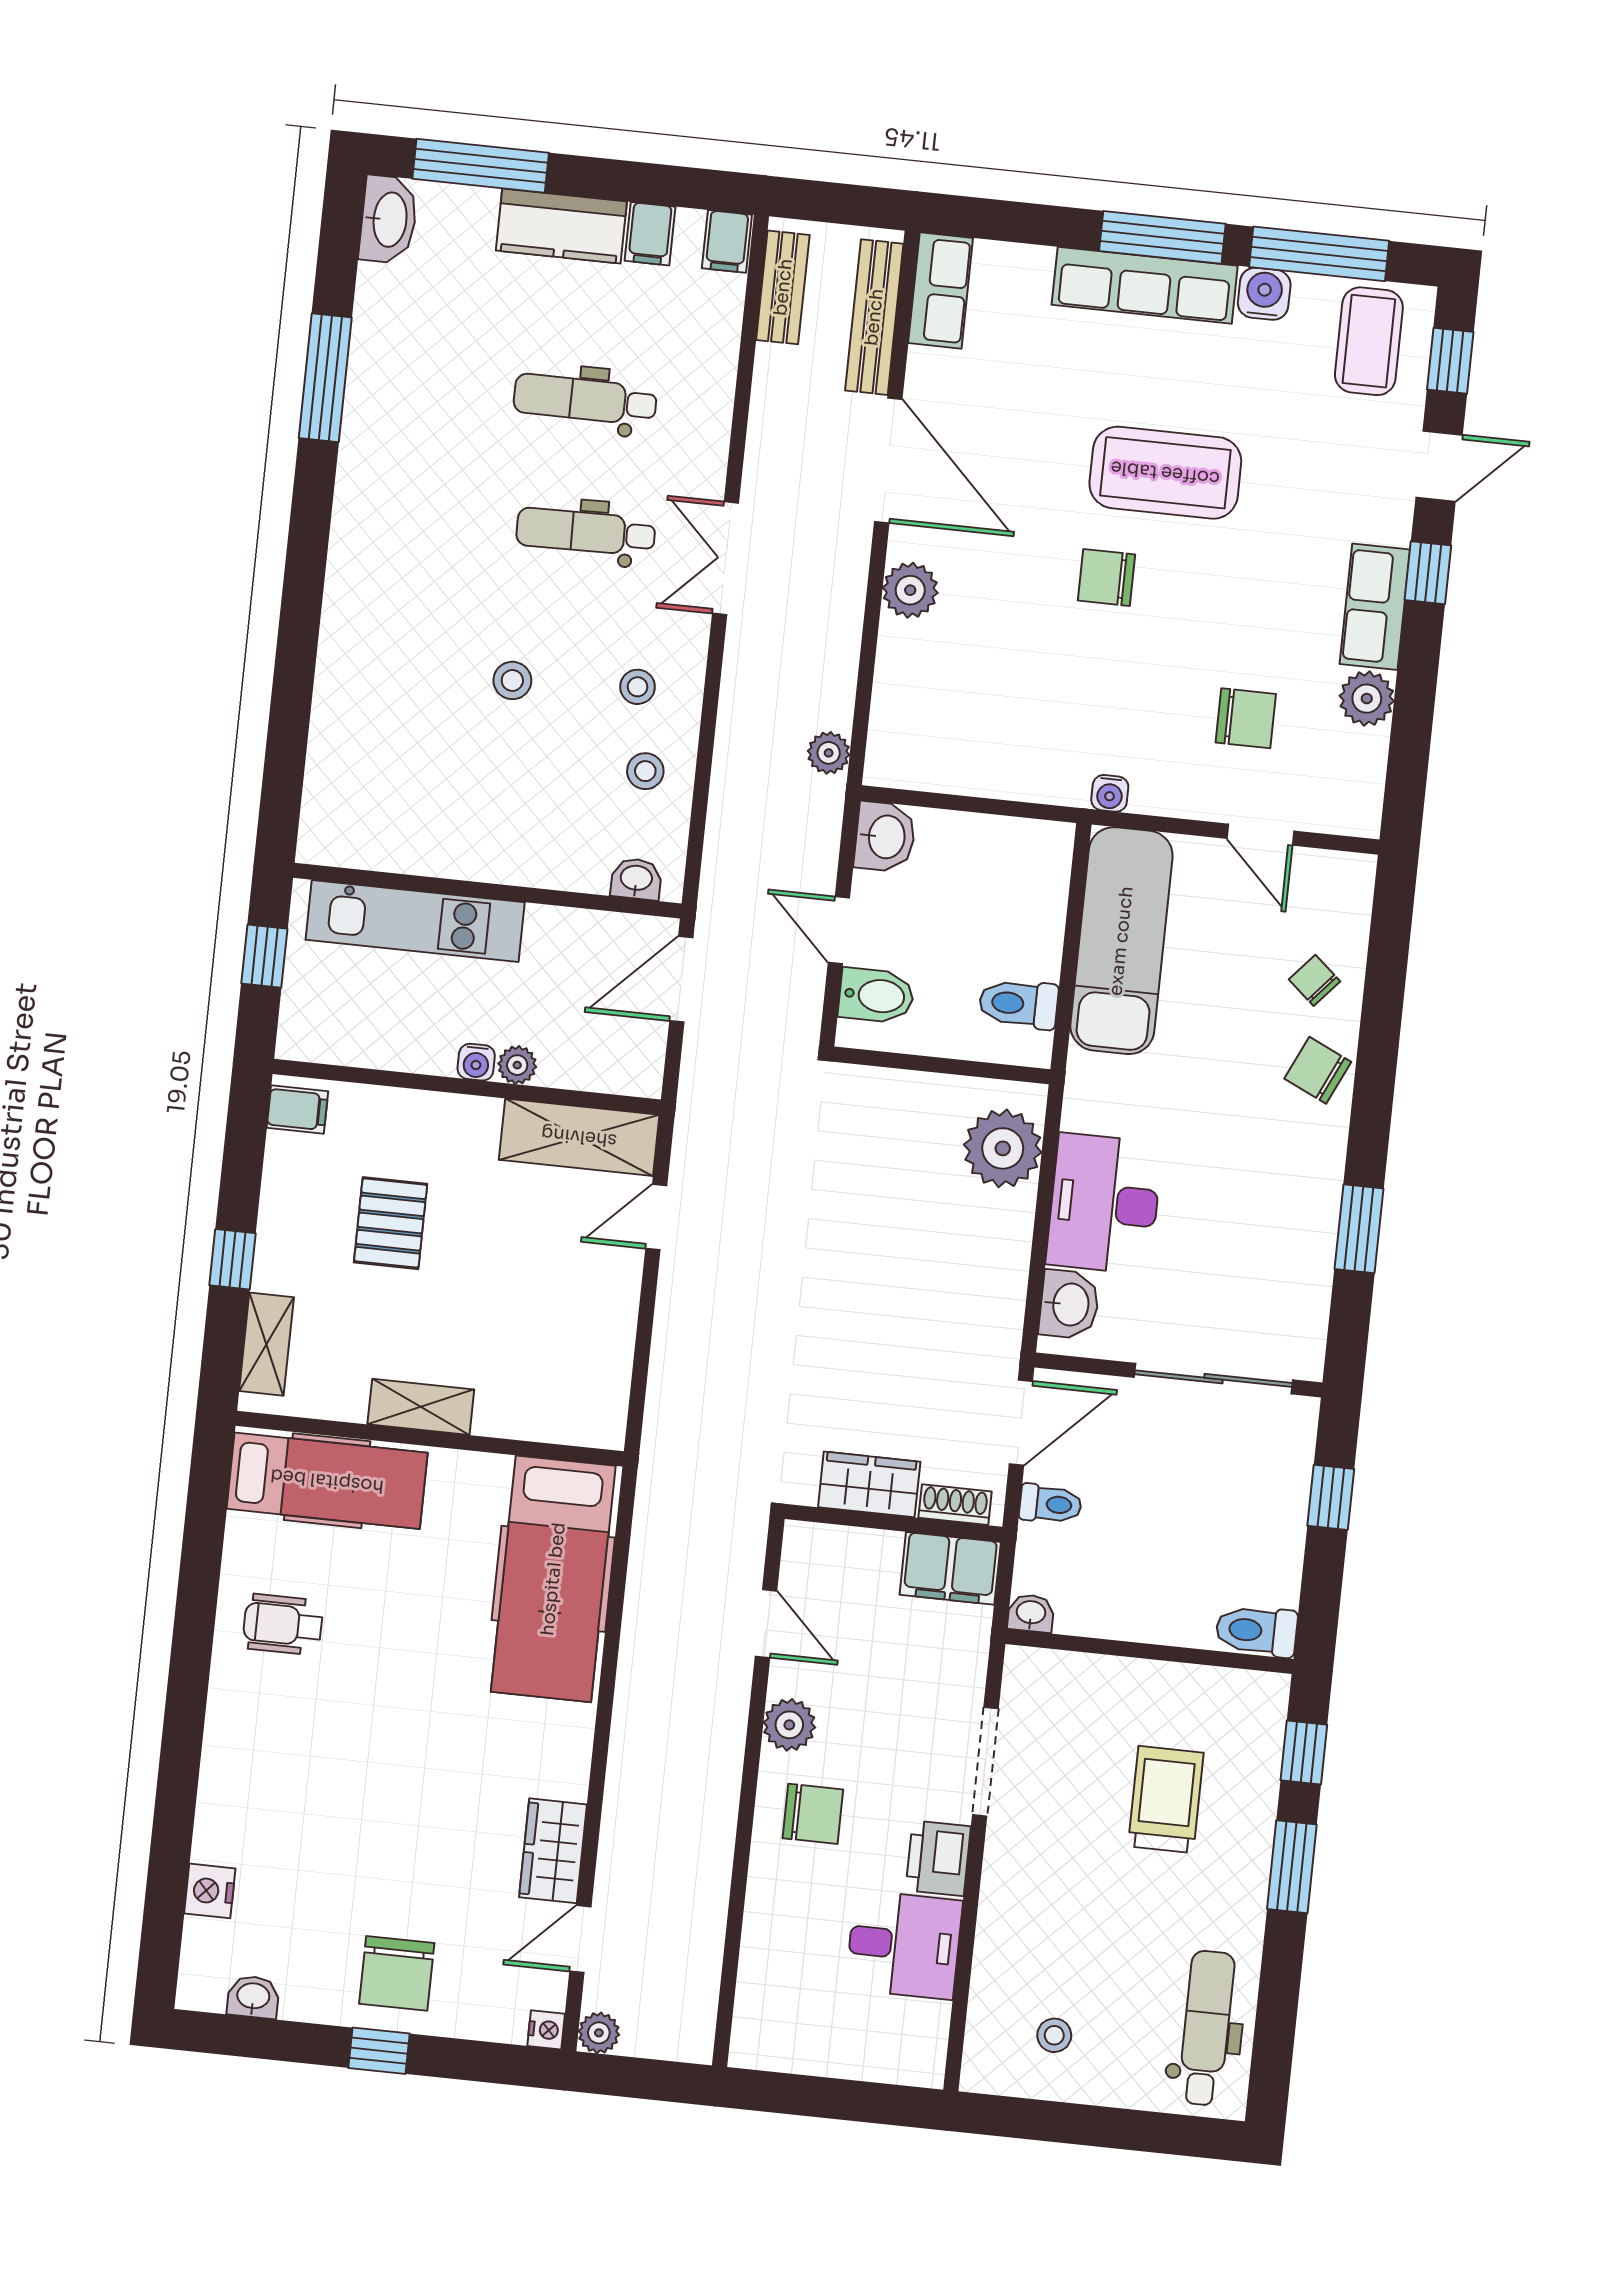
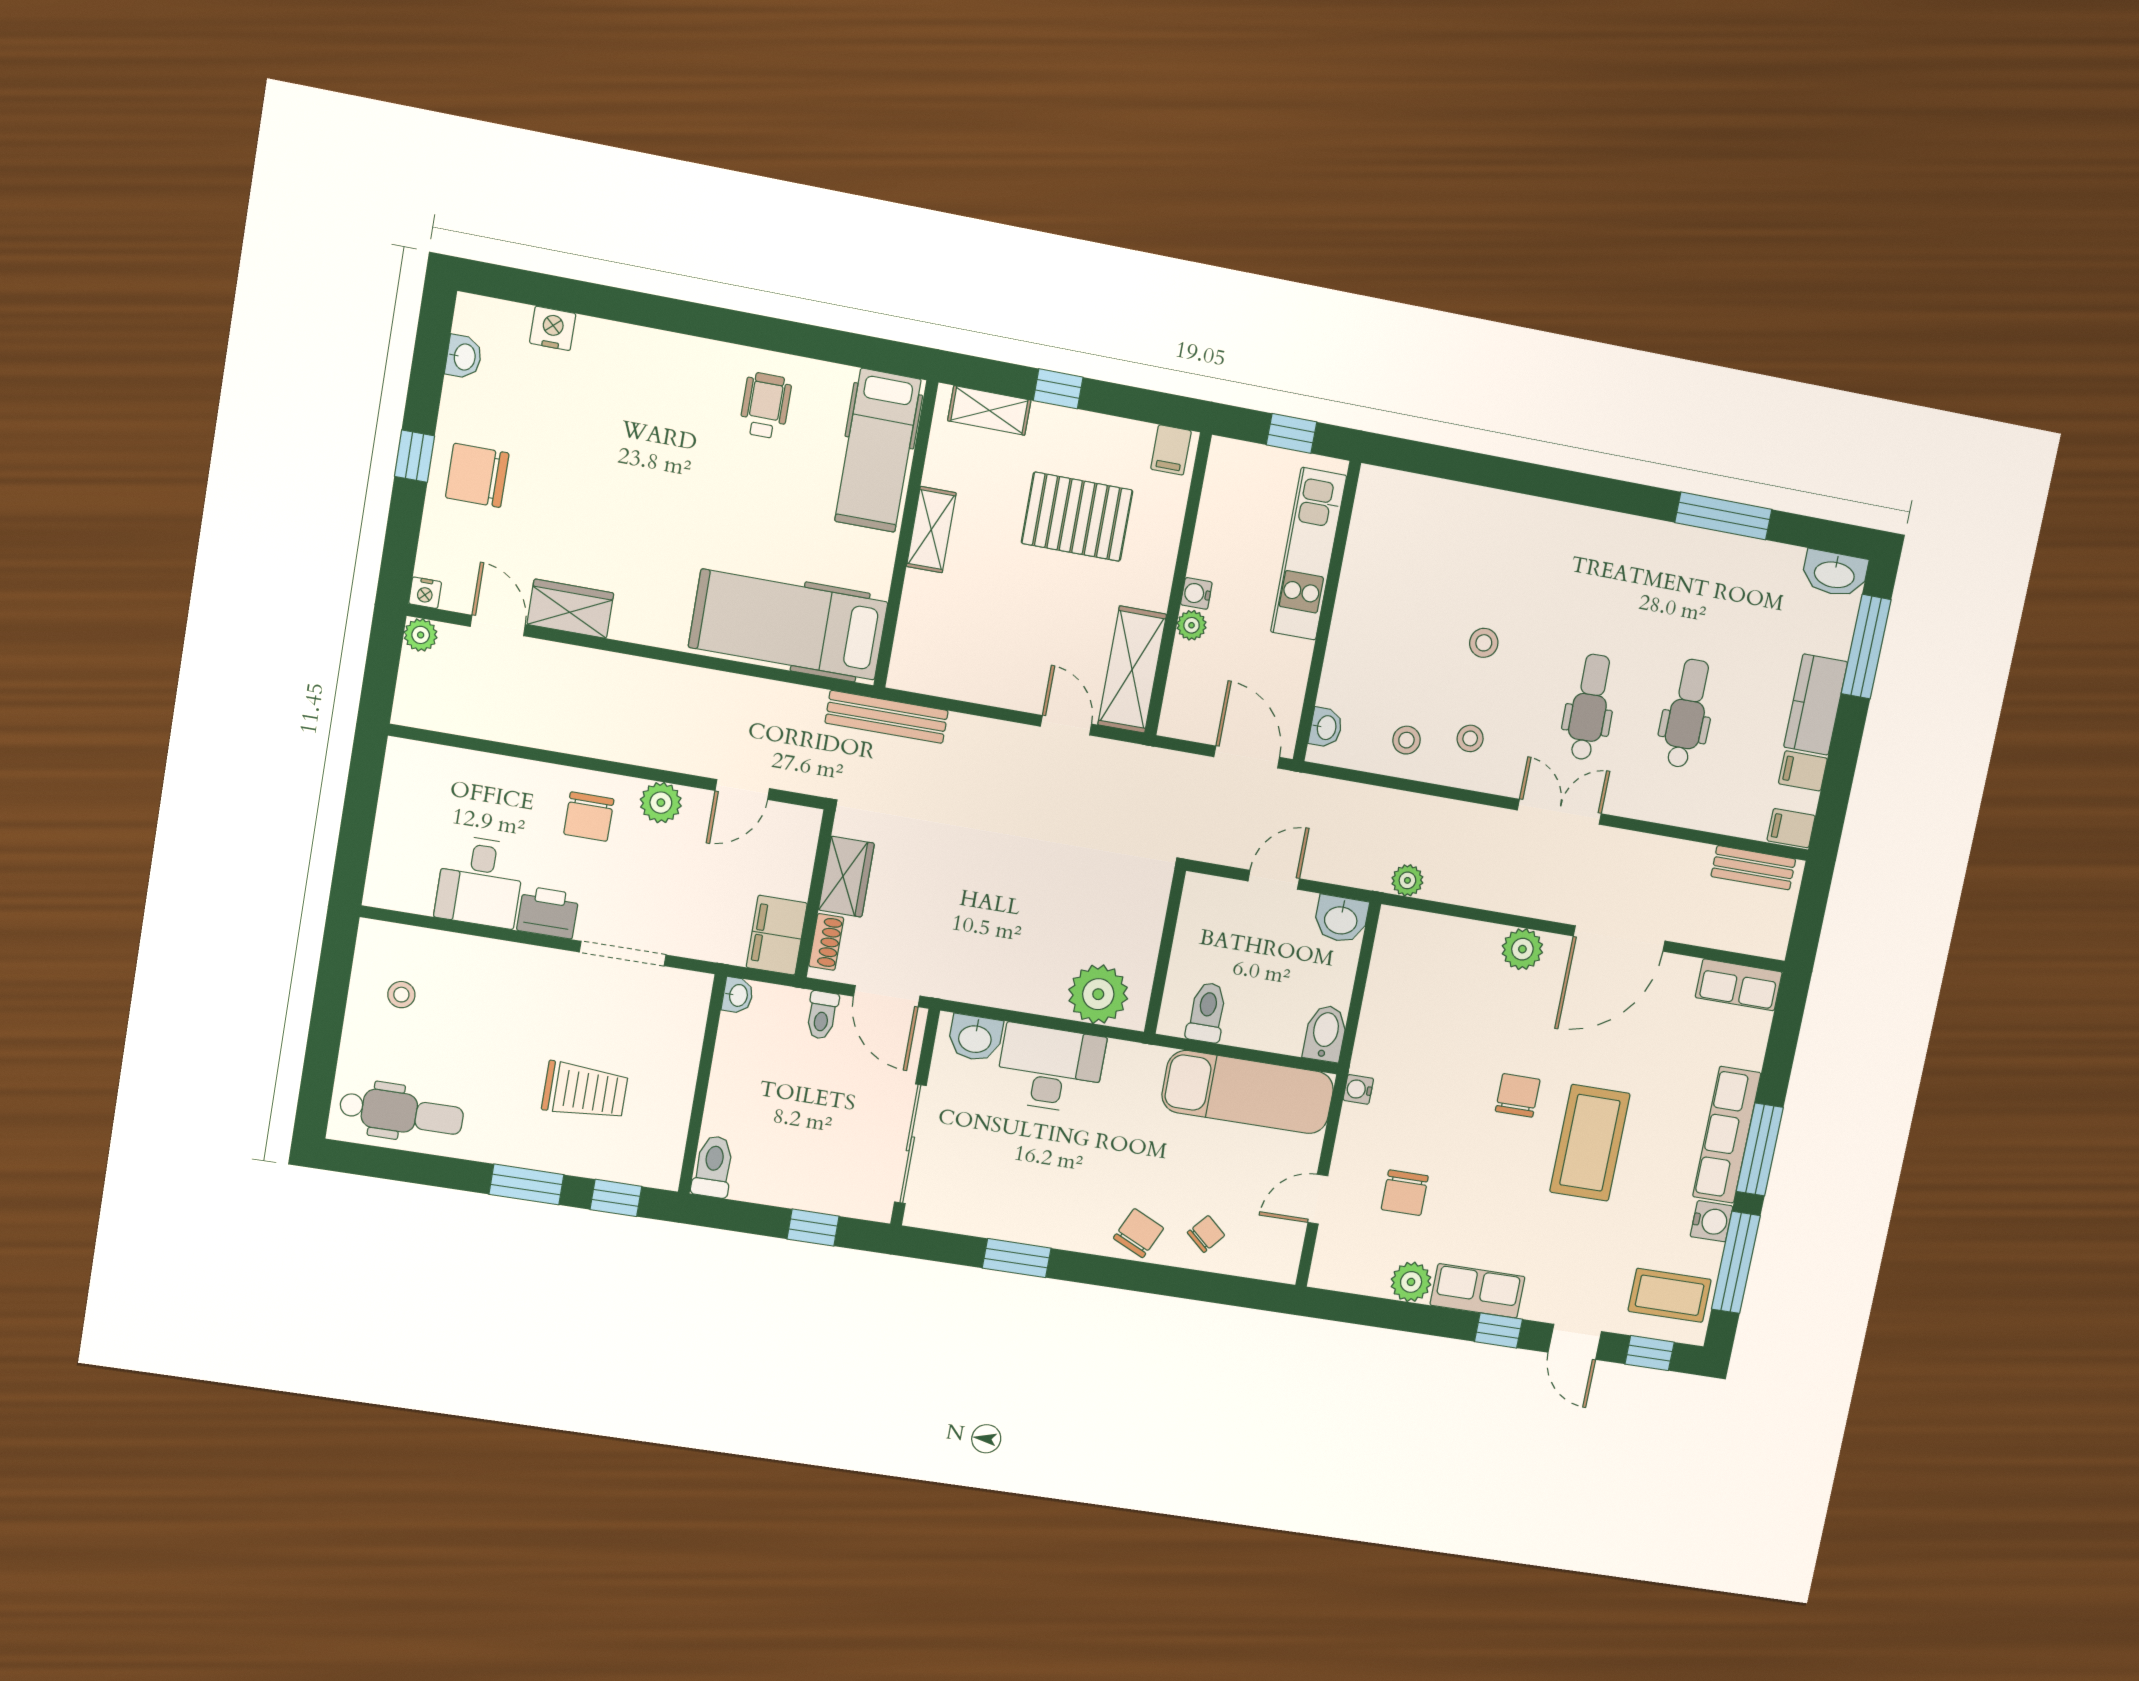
bench: (874, 317) -> (887, 717), moved
bidet: (876, 996) -> (1325, 1033), moved, turned 180
pallet: (391, 1223) -> (1077, 517), width x1.50, depth x1.42

